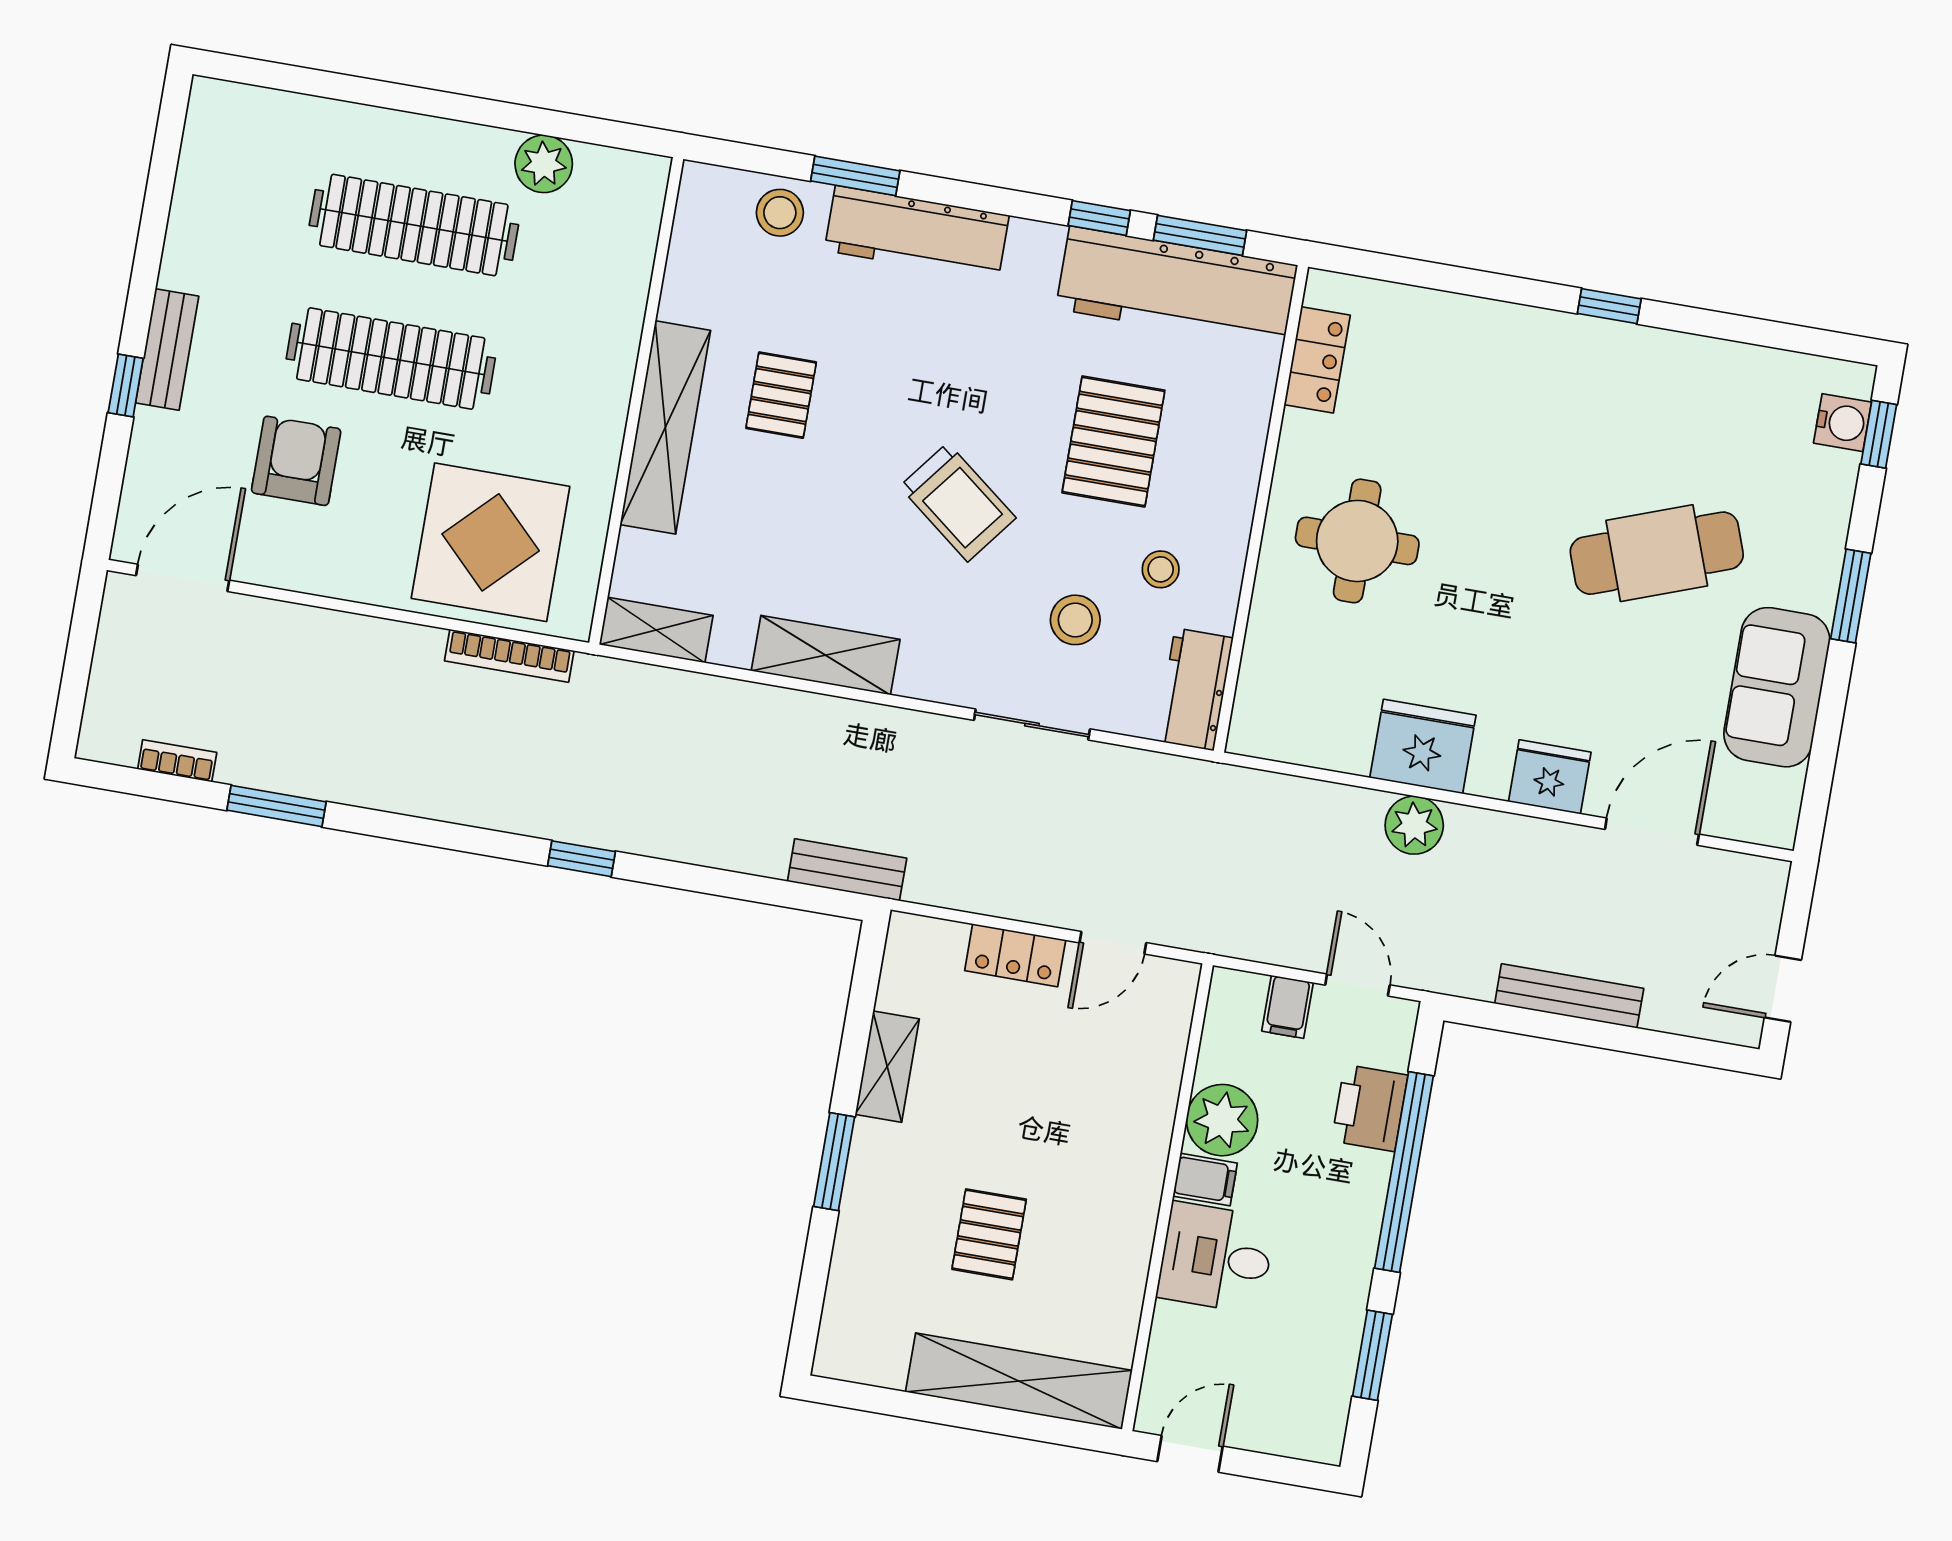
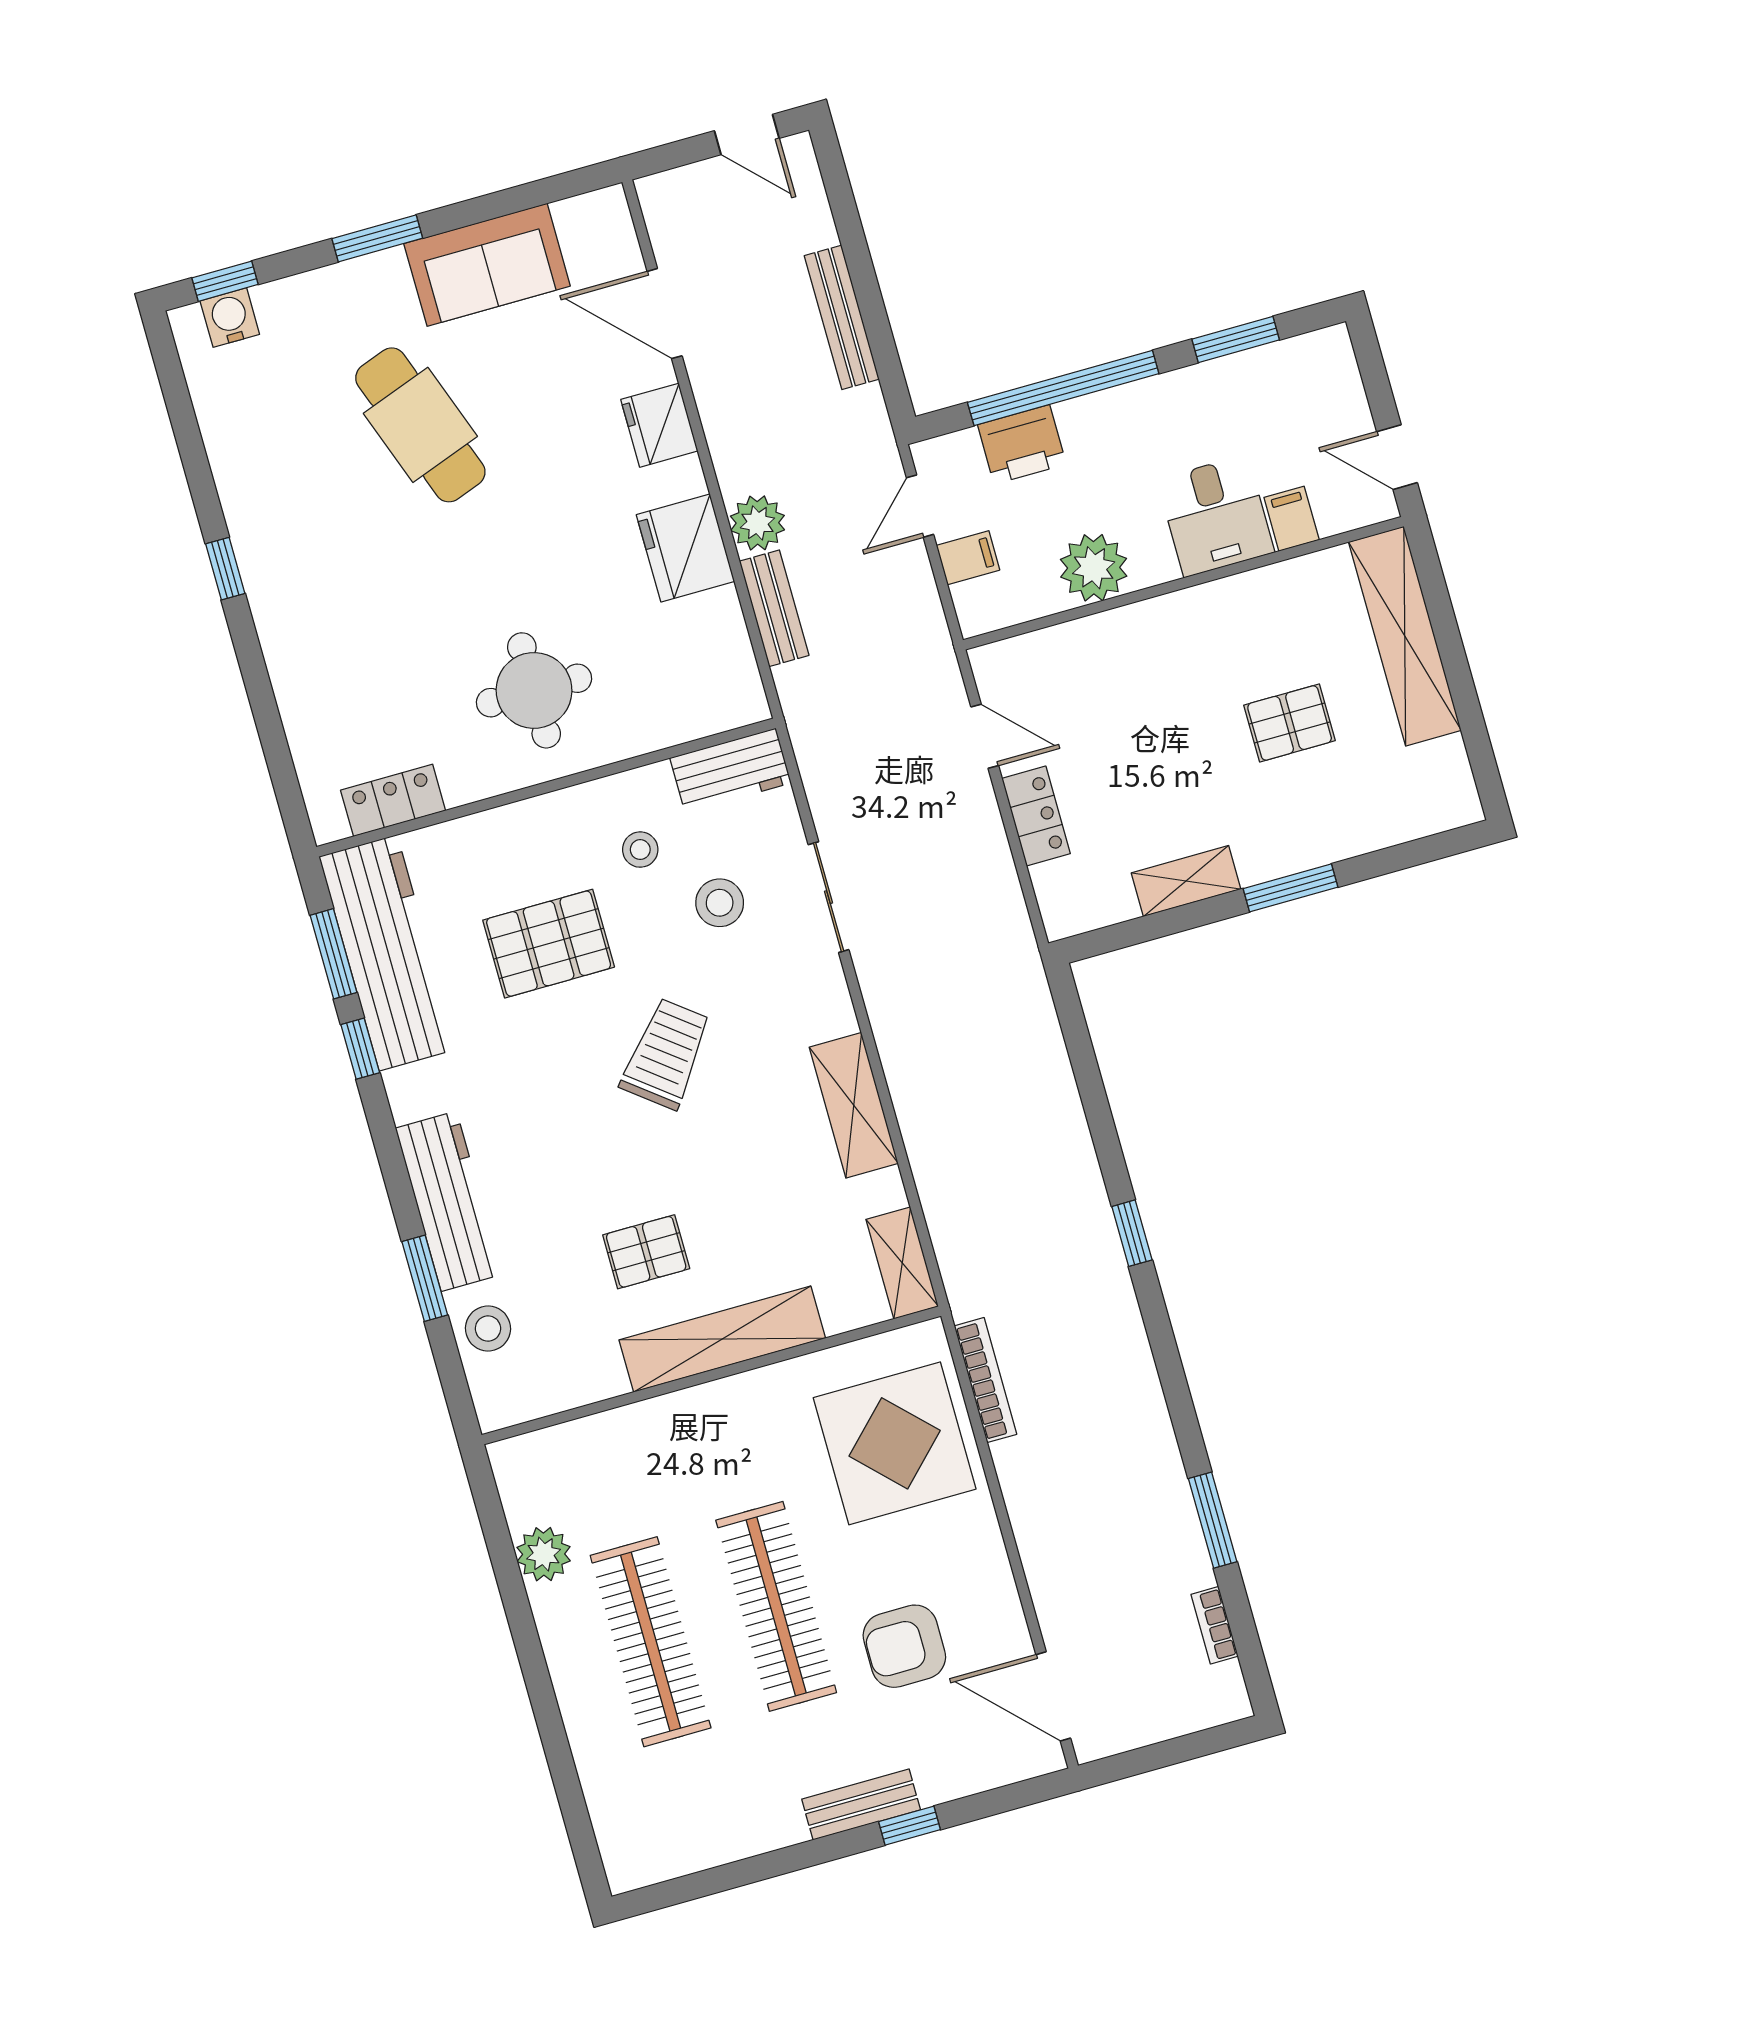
bench: (847, 870) -> (774, 608), moved
filing cabinet: (1205, 1180) -> (1292, 519), moved

